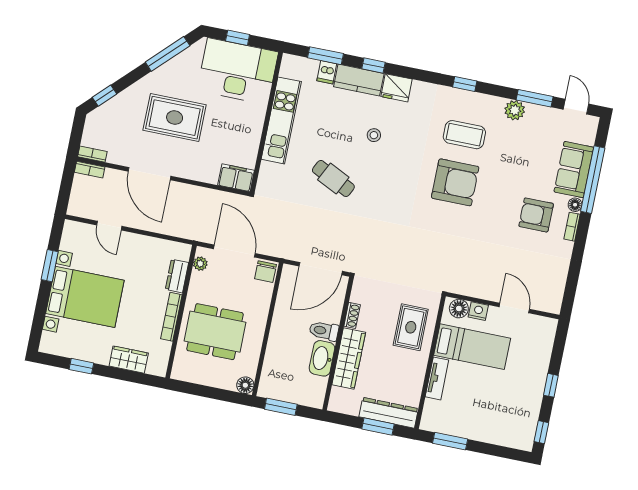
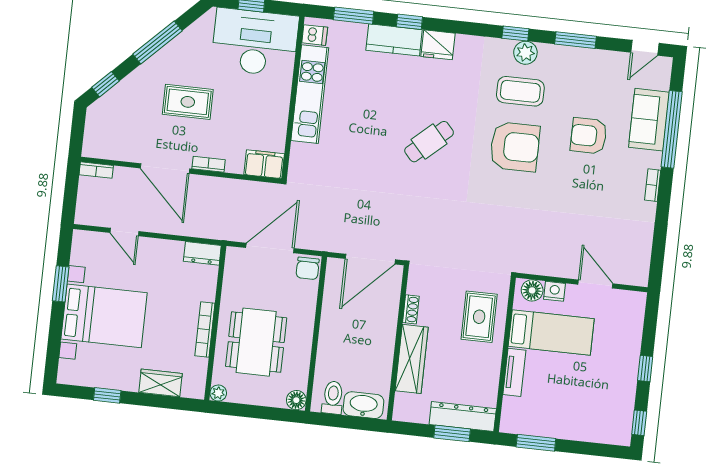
window: (168, 54) -> (157, 42), moved
dishwasher: (327, 72) -> (315, 35), moved, turned -90
window: (535, 98) -> (576, 40), moved
door: (576, 107) -> (645, 48), swing flipped
plant: (515, 110) -> (525, 53), moved
rug: (175, 118) -> (188, 102), width x0.73, depth x0.70
stool: (374, 135) -> (417, 101), removed
bookcase: (92, 154) -> (209, 164), moved
cafe table: (333, 178) -> (429, 142), moved, turned -68
floor lamp: (575, 205) -> (654, 160), removed
armchair: (536, 215) -> (589, 136), moved
door: (234, 251) -> (270, 248), hinge flipped
plant: (200, 264) -> (218, 393), moved
dresser: (177, 276) -> (202, 253), moved, turned -90
toilet: (324, 331) -> (333, 398), moved, turned 90
dining table: (215, 332) -> (256, 342), turned 90
washbasin: (322, 358) -> (363, 405), moved, turned 90
window: (281, 407) -> (339, 421), removed

